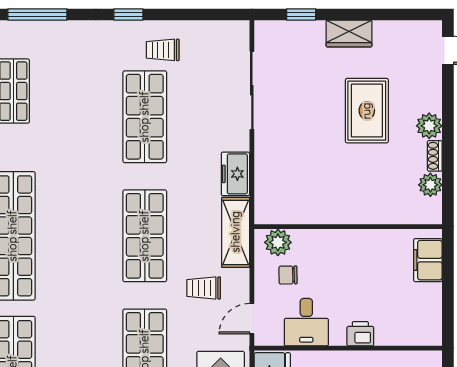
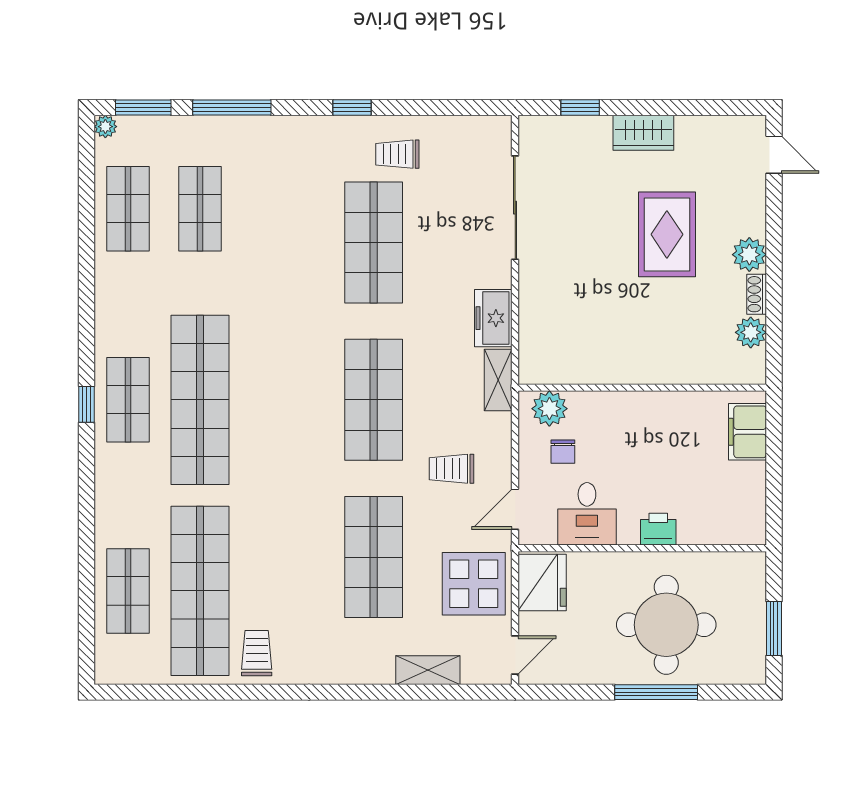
shelving: (236, 232) -> (498, 380), width x0.67, depth x0.75
chair: (288, 275) -> (563, 452), turned -89

